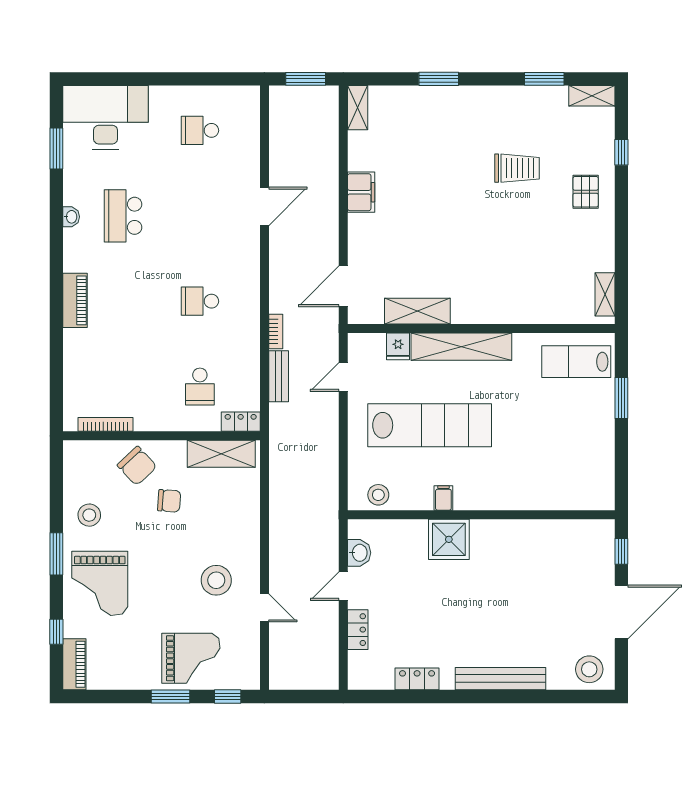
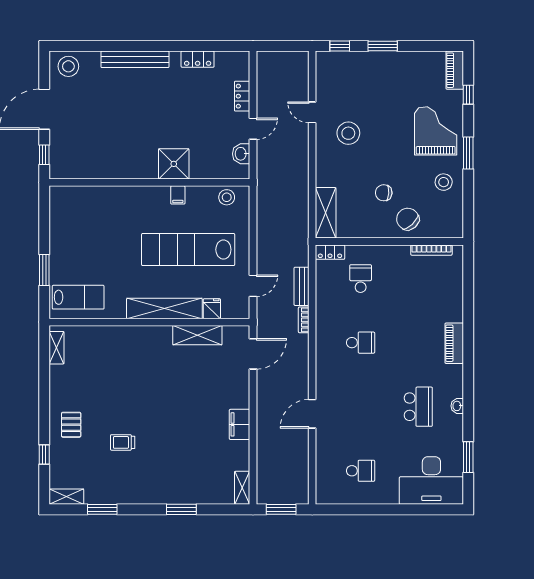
trolley: (517, 168) -> (123, 442), width x0.73, depth x0.72
shelving: (221, 454) -> (326, 213), moved, turned 90
grand piano: (191, 658) -> (367, 75), removed

